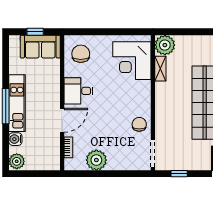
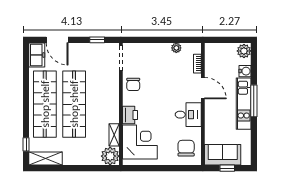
chair: (81, 54) -> (186, 148), turned 180
printer: (143, 90) -> (130, 115), added
door: (62, 120) -> (203, 88), swing flipped
plant: (96, 160) -> (176, 48), width x0.53, depth x0.53

